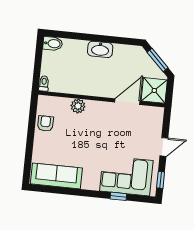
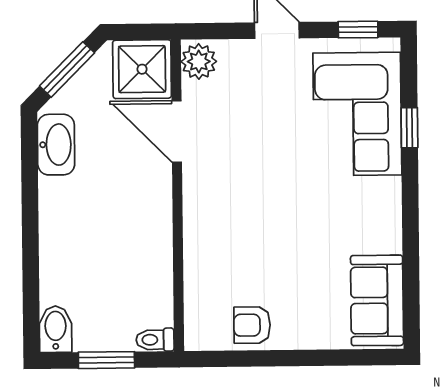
washbasin: (100, 49) -> (56, 145), moved
window: (38, 63) -> (106, 360), added
plant: (78, 106) -> (199, 61), moved
sofa: (56, 176) -> (377, 300), width x0.73

